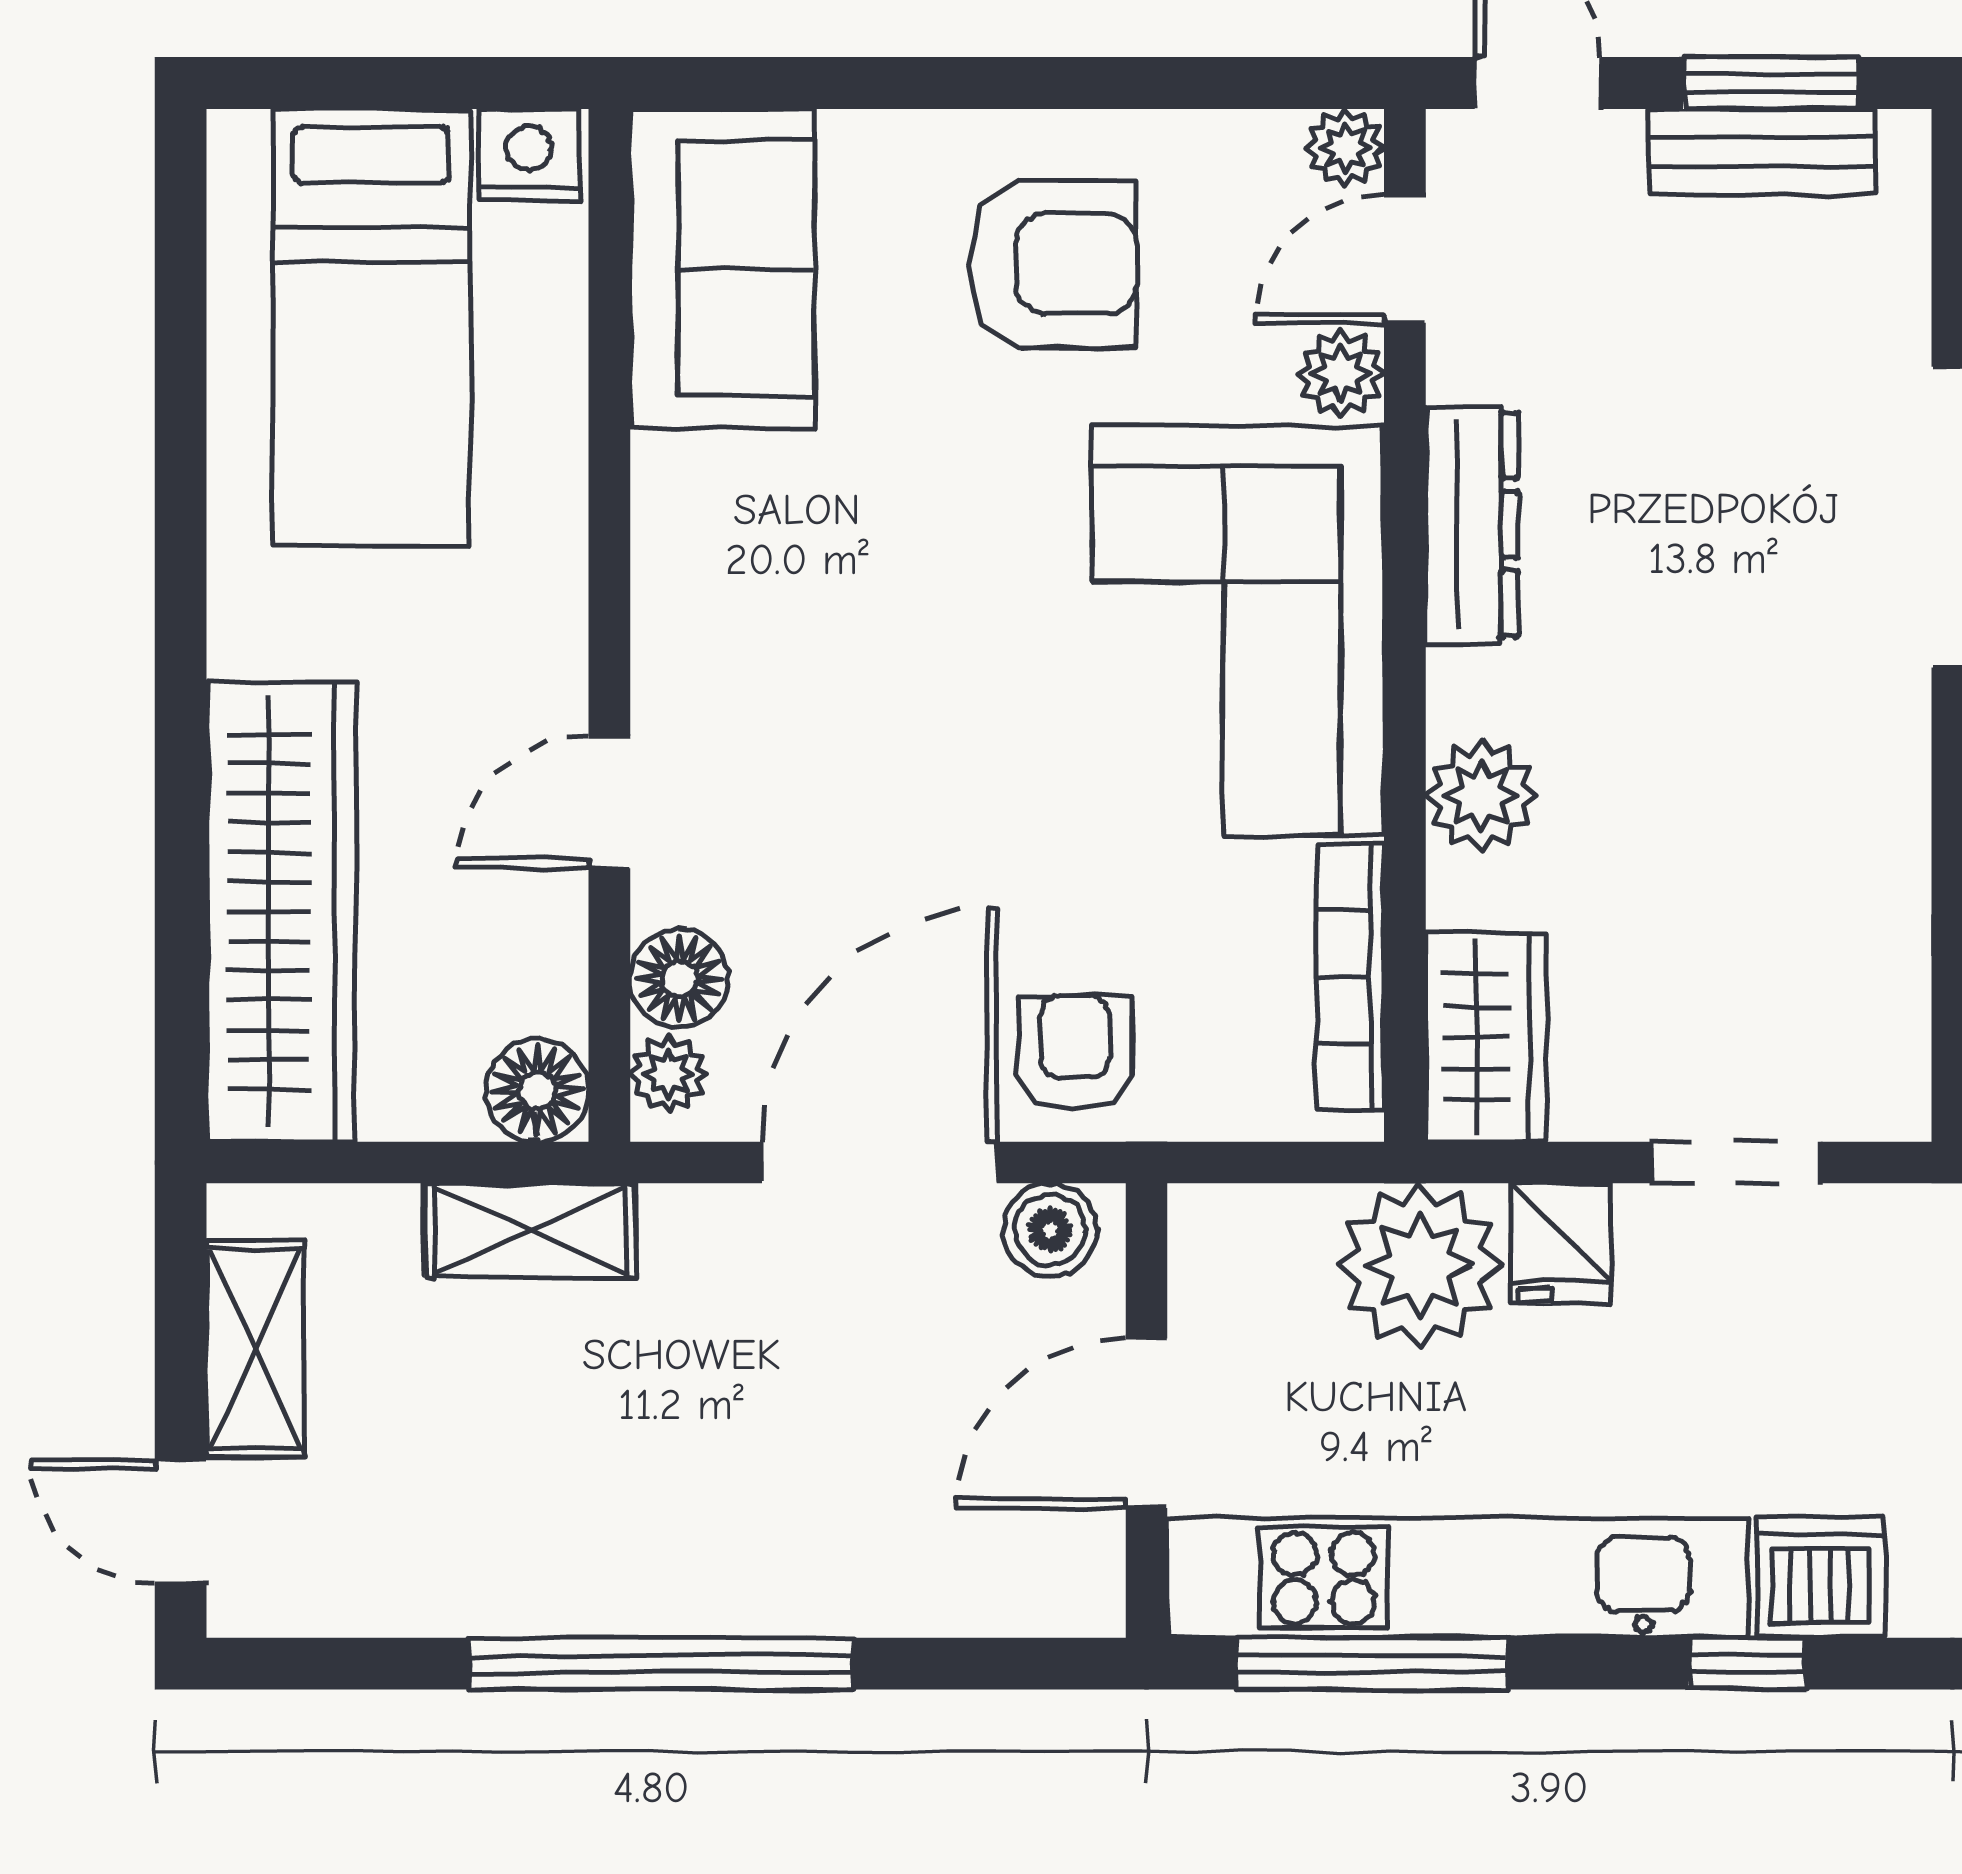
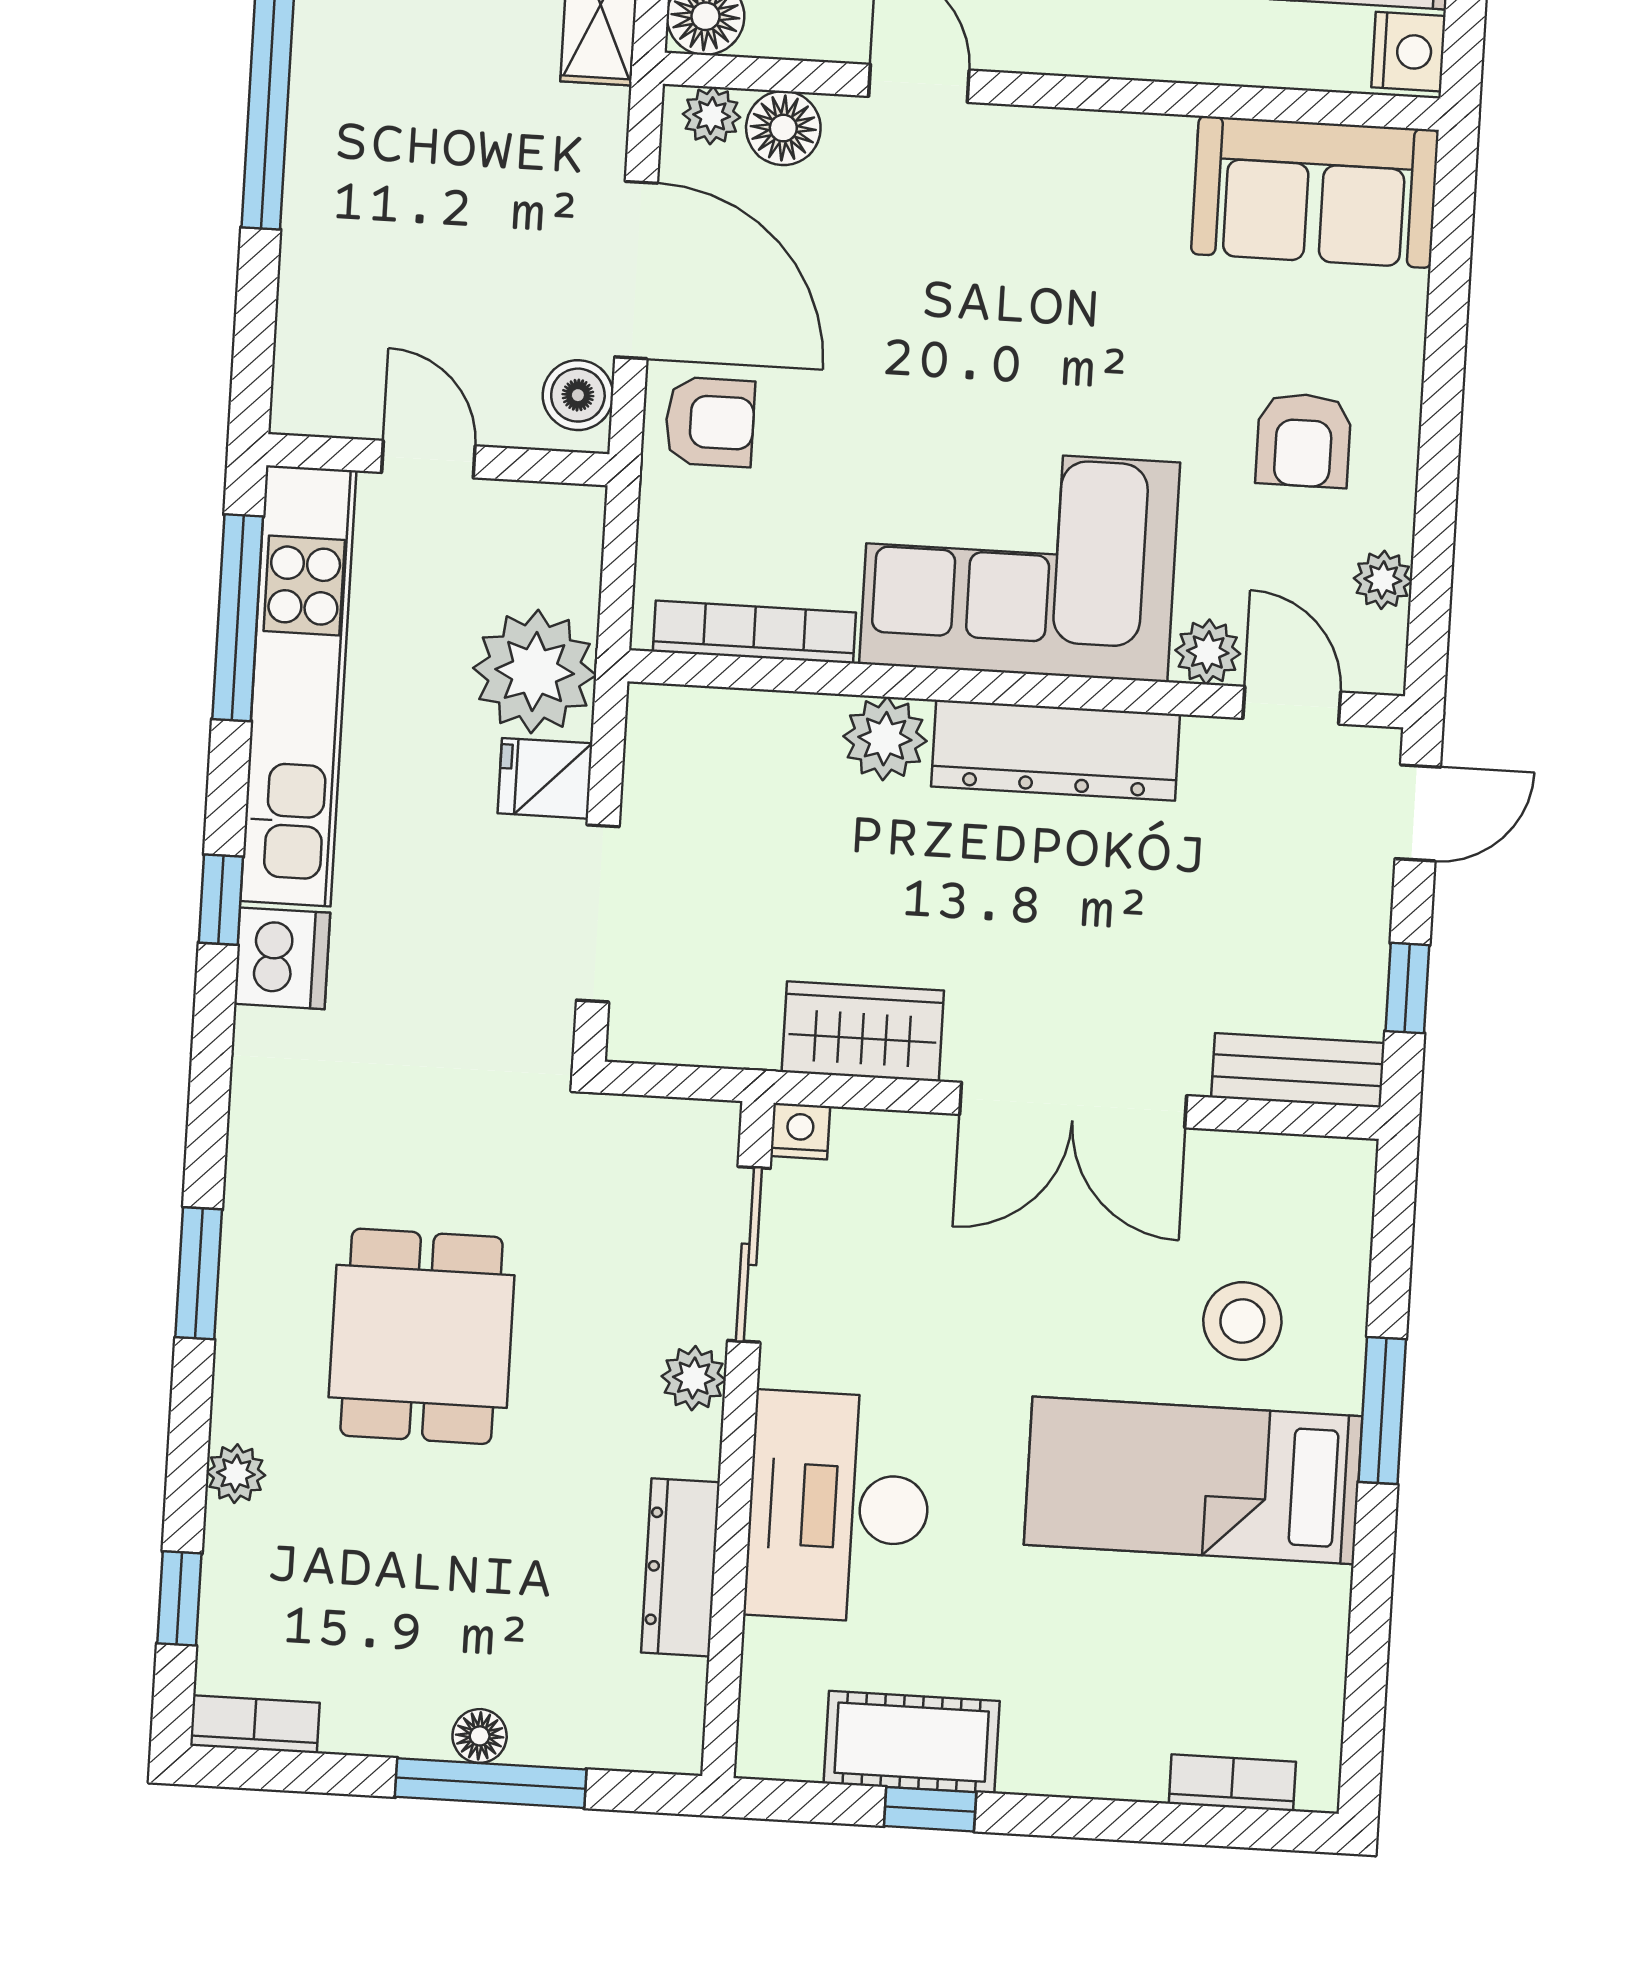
window: (1771, 83) -> (1407, 988), width x0.67
plant: (1345, 148) -> (1383, 580), moved
bench: (1762, 152) -> (1298, 1070), moved, turned 90
armchair: (1052, 264) -> (1303, 440), width x0.72, depth x0.72
dresser: (1472, 525) -> (1056, 750), width x1.37, depth x1.24
wardrobe: (1486, 1037) -> (863, 1031), moved, turned 180
doorway: (1736, 1163) -> (598, 913), width x1.38
door: (1147, 1423) -> (428, 459), width x0.73

